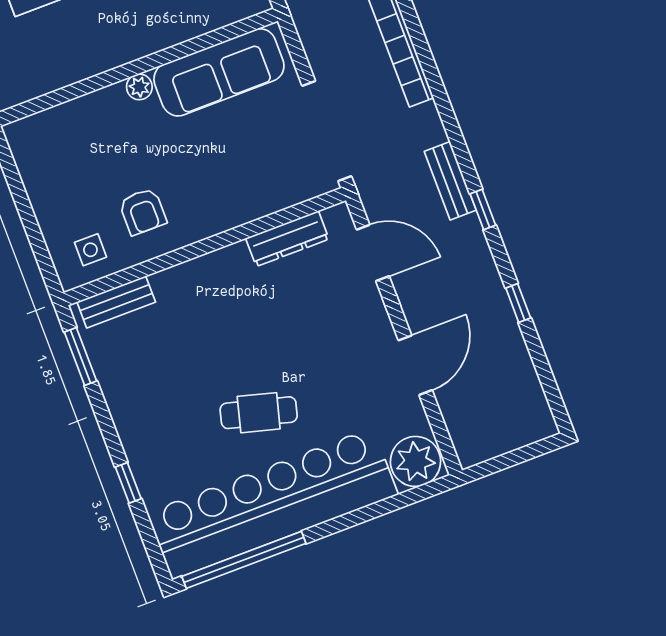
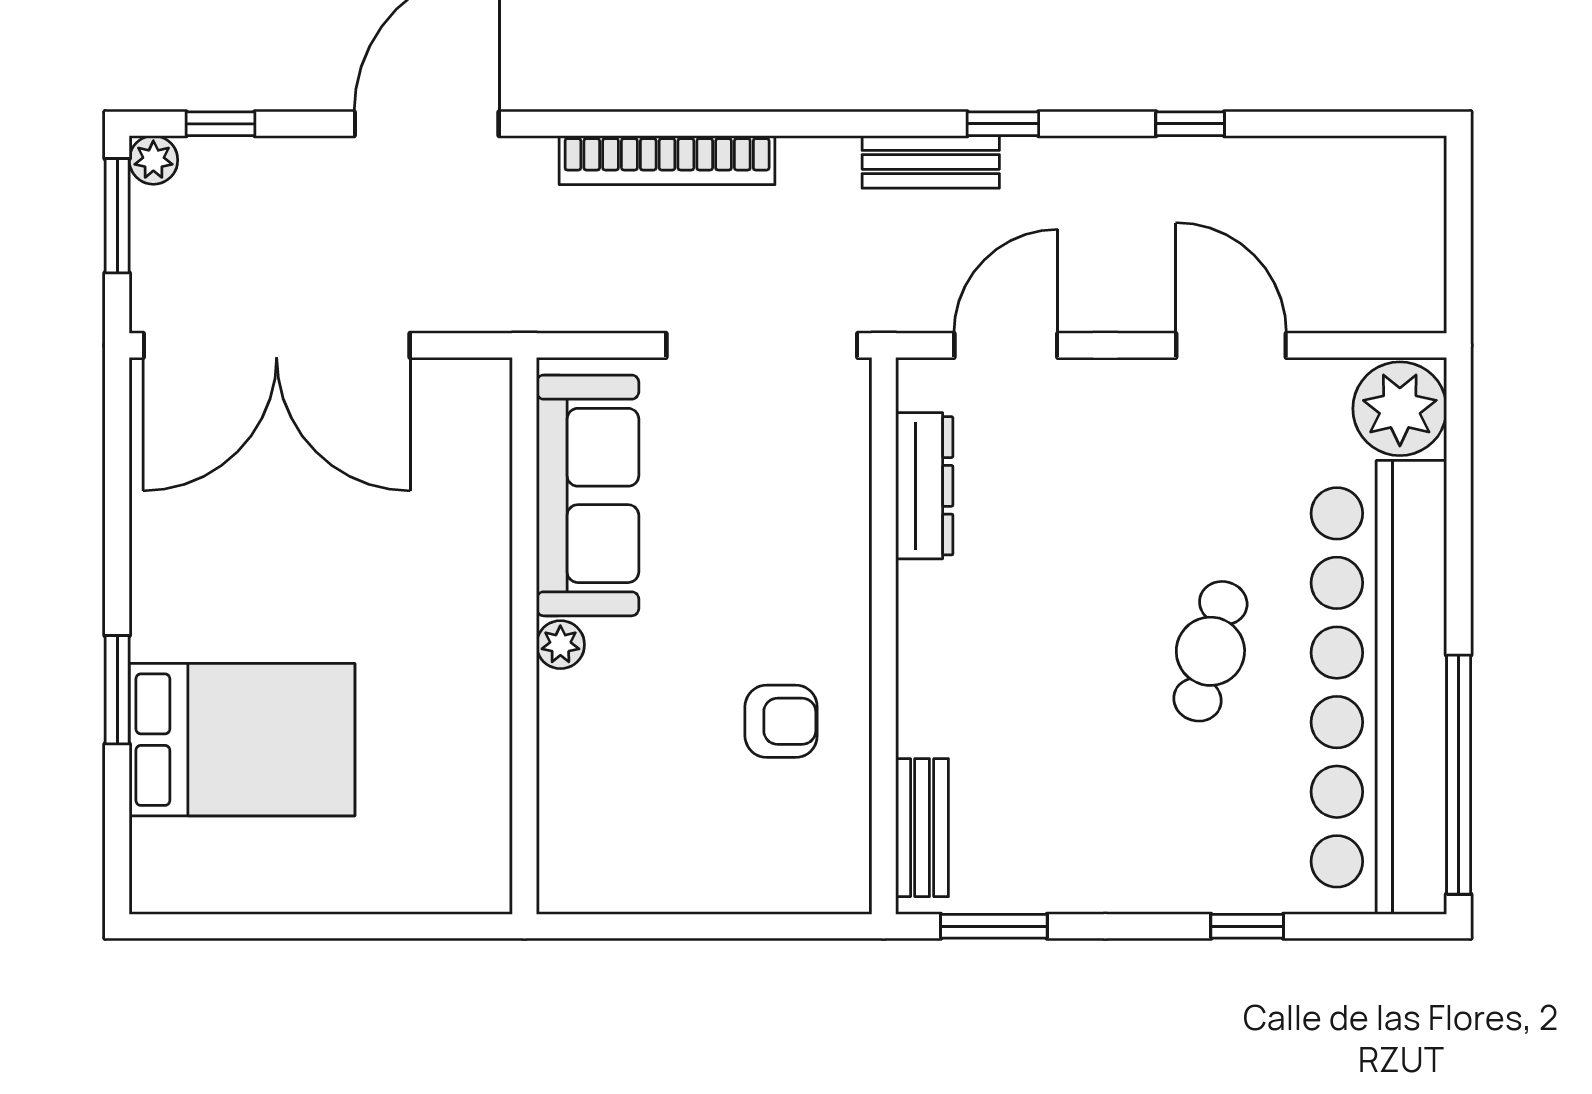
side table: (90, 250) -> (814, 838), removed

